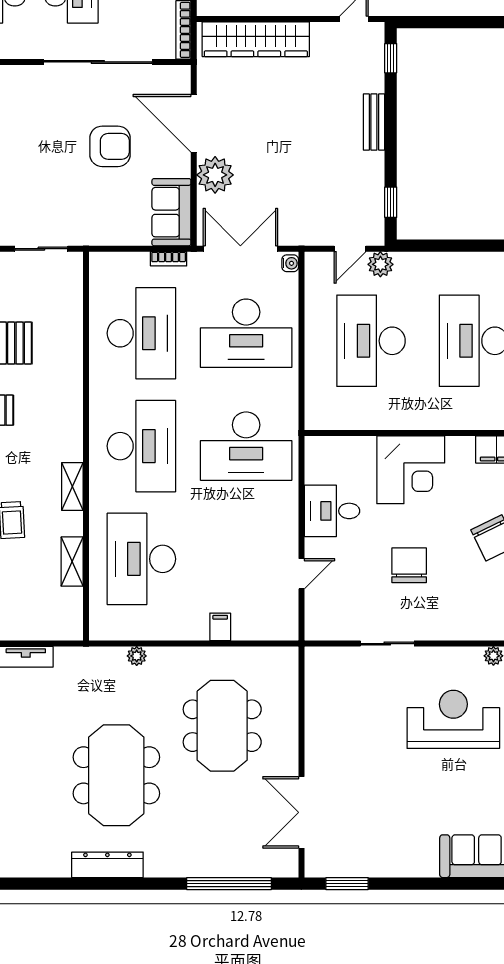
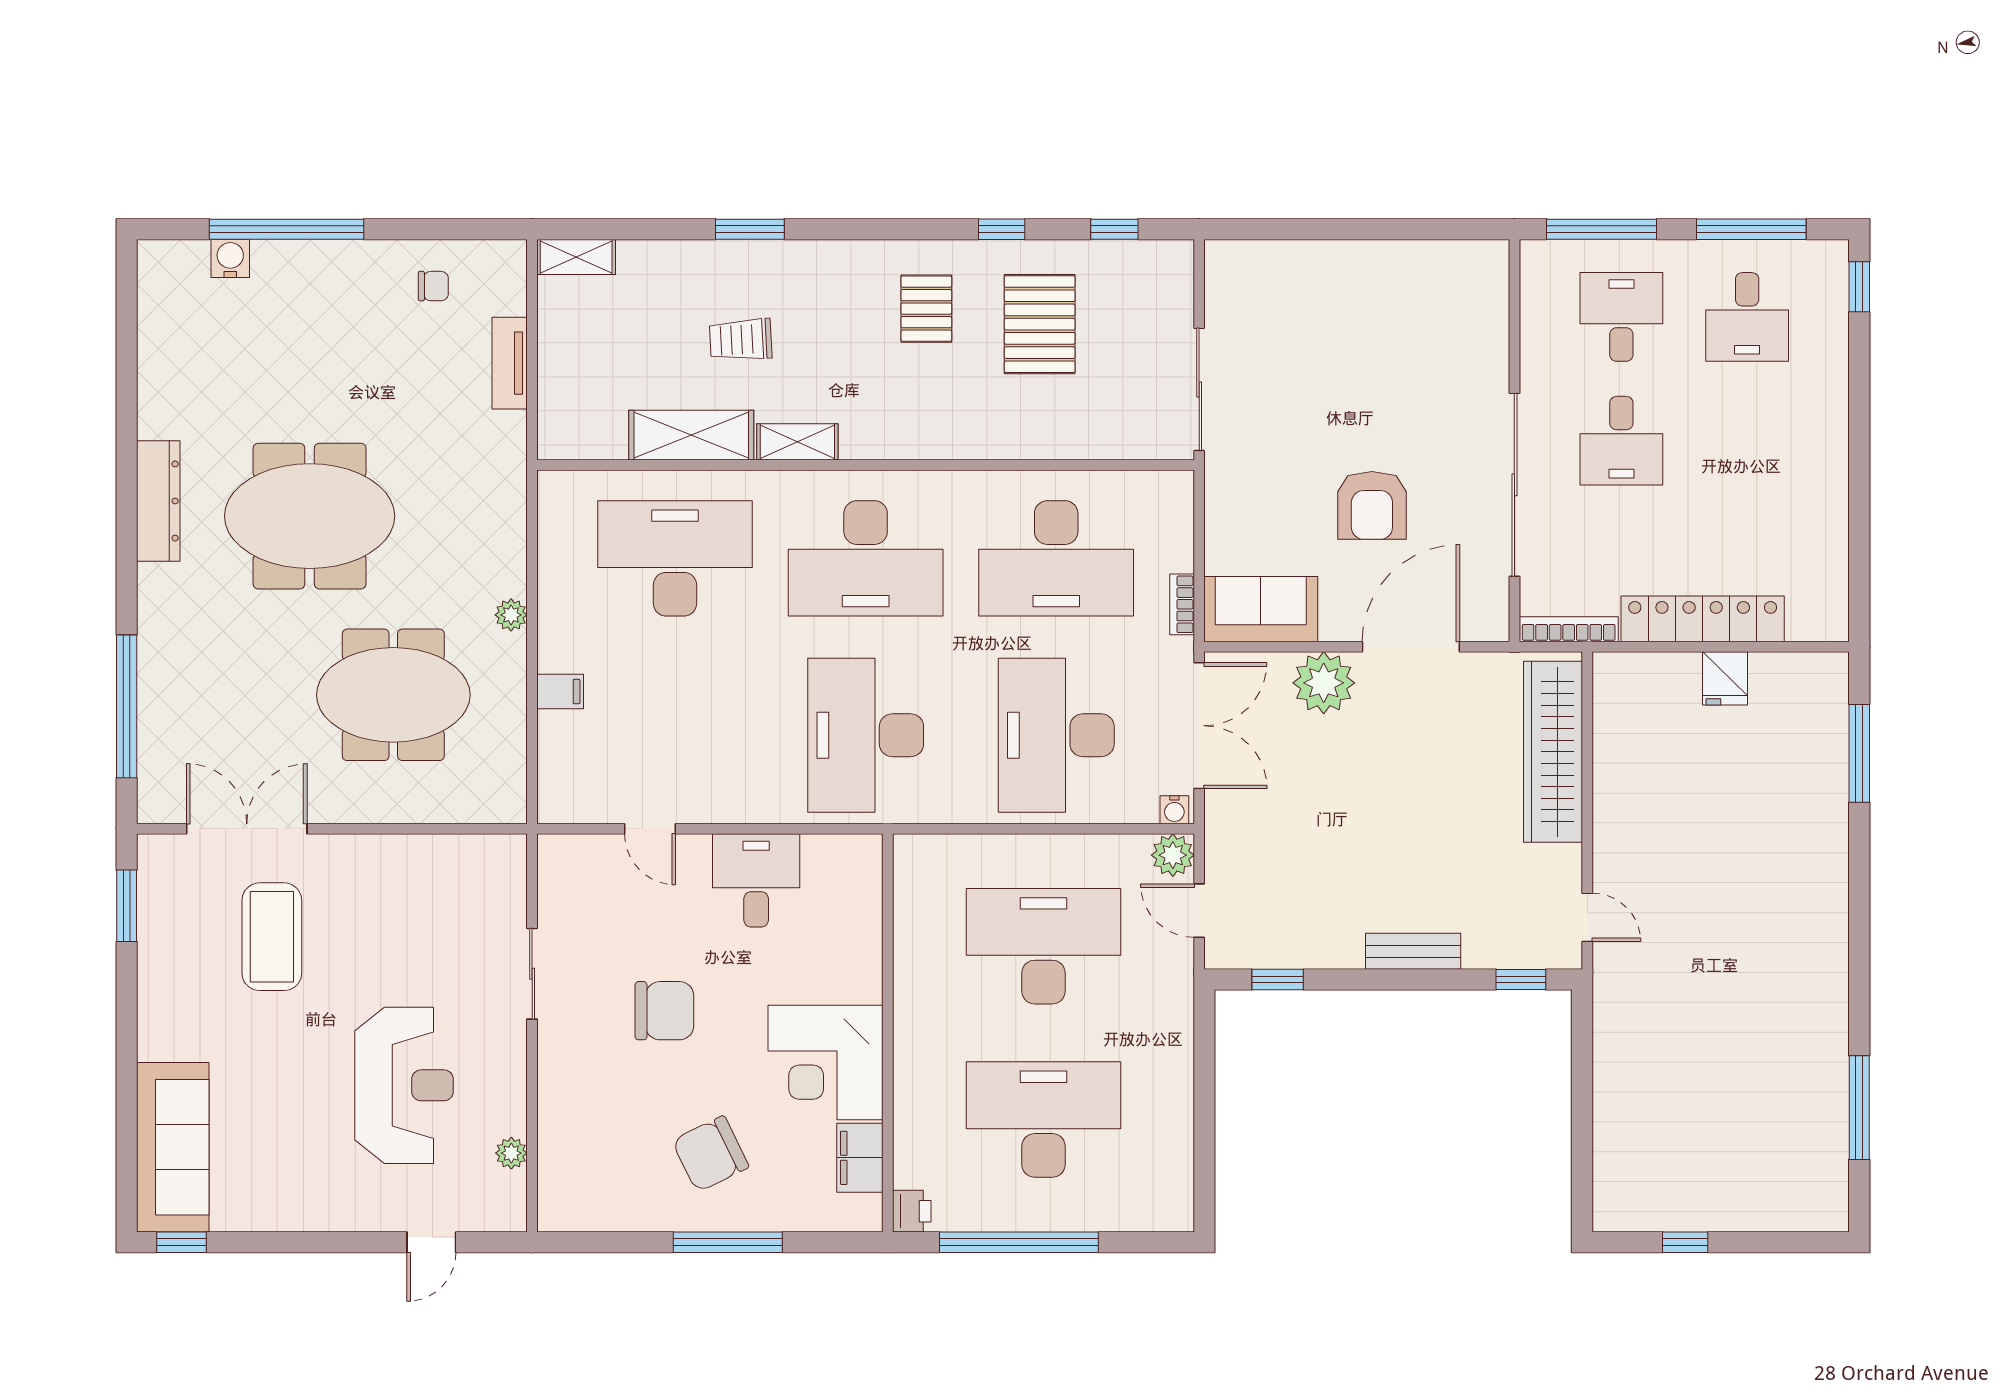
sliding door: (41, 249) -> (1199, 389), width x1.37
plant: (380, 264) -> (1173, 855), moved
corner desk: (411, 470) -> (826, 1063), moved
shelving: (72, 562) -> (691, 435), width x1.50, depth x1.33
plant: (137, 656) -> (511, 615), moved
coffee table: (365, 798) -> (272, 937), added

